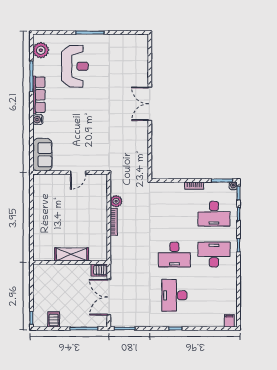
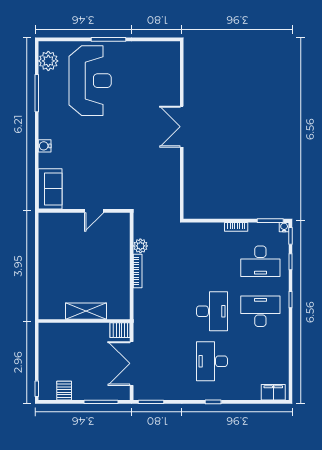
reception desk: (75, 66) -> (90, 81), width x1.36, depth x1.30
row of seats: (39, 95) -> (46, 116), removed
desk: (174, 255) -> (212, 311), turned -90
filing cabinet: (229, 321) -> (273, 392), width x2.00

